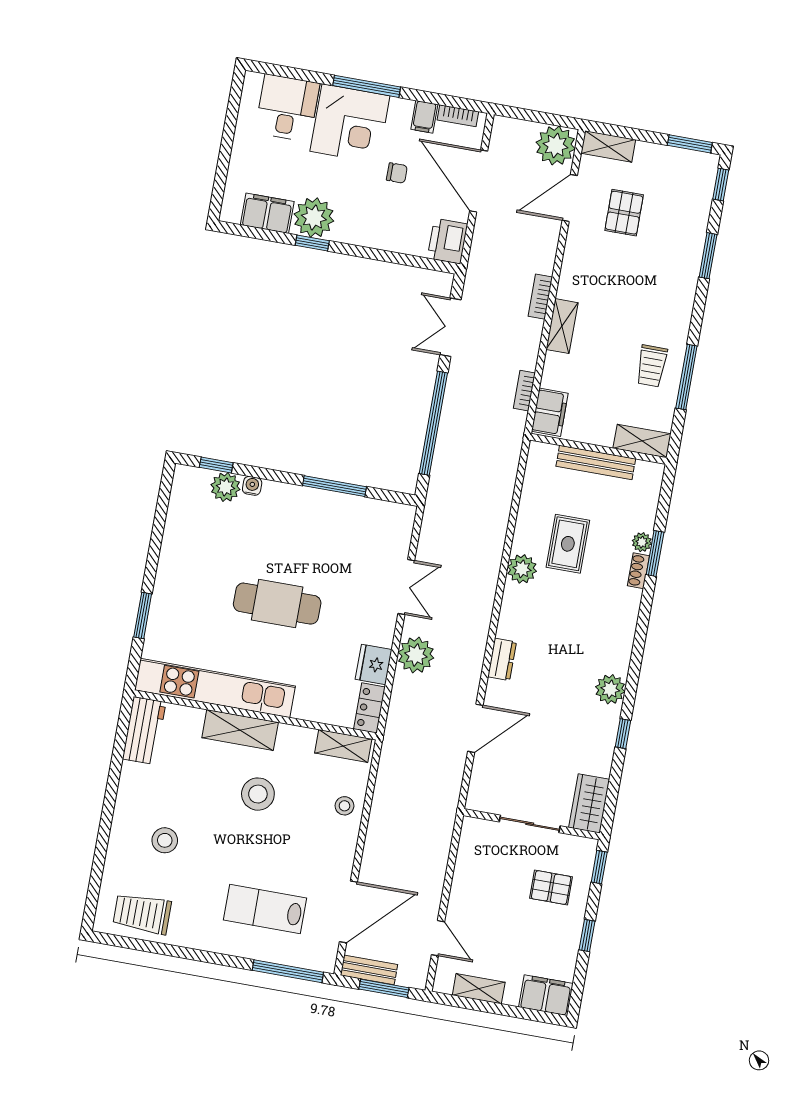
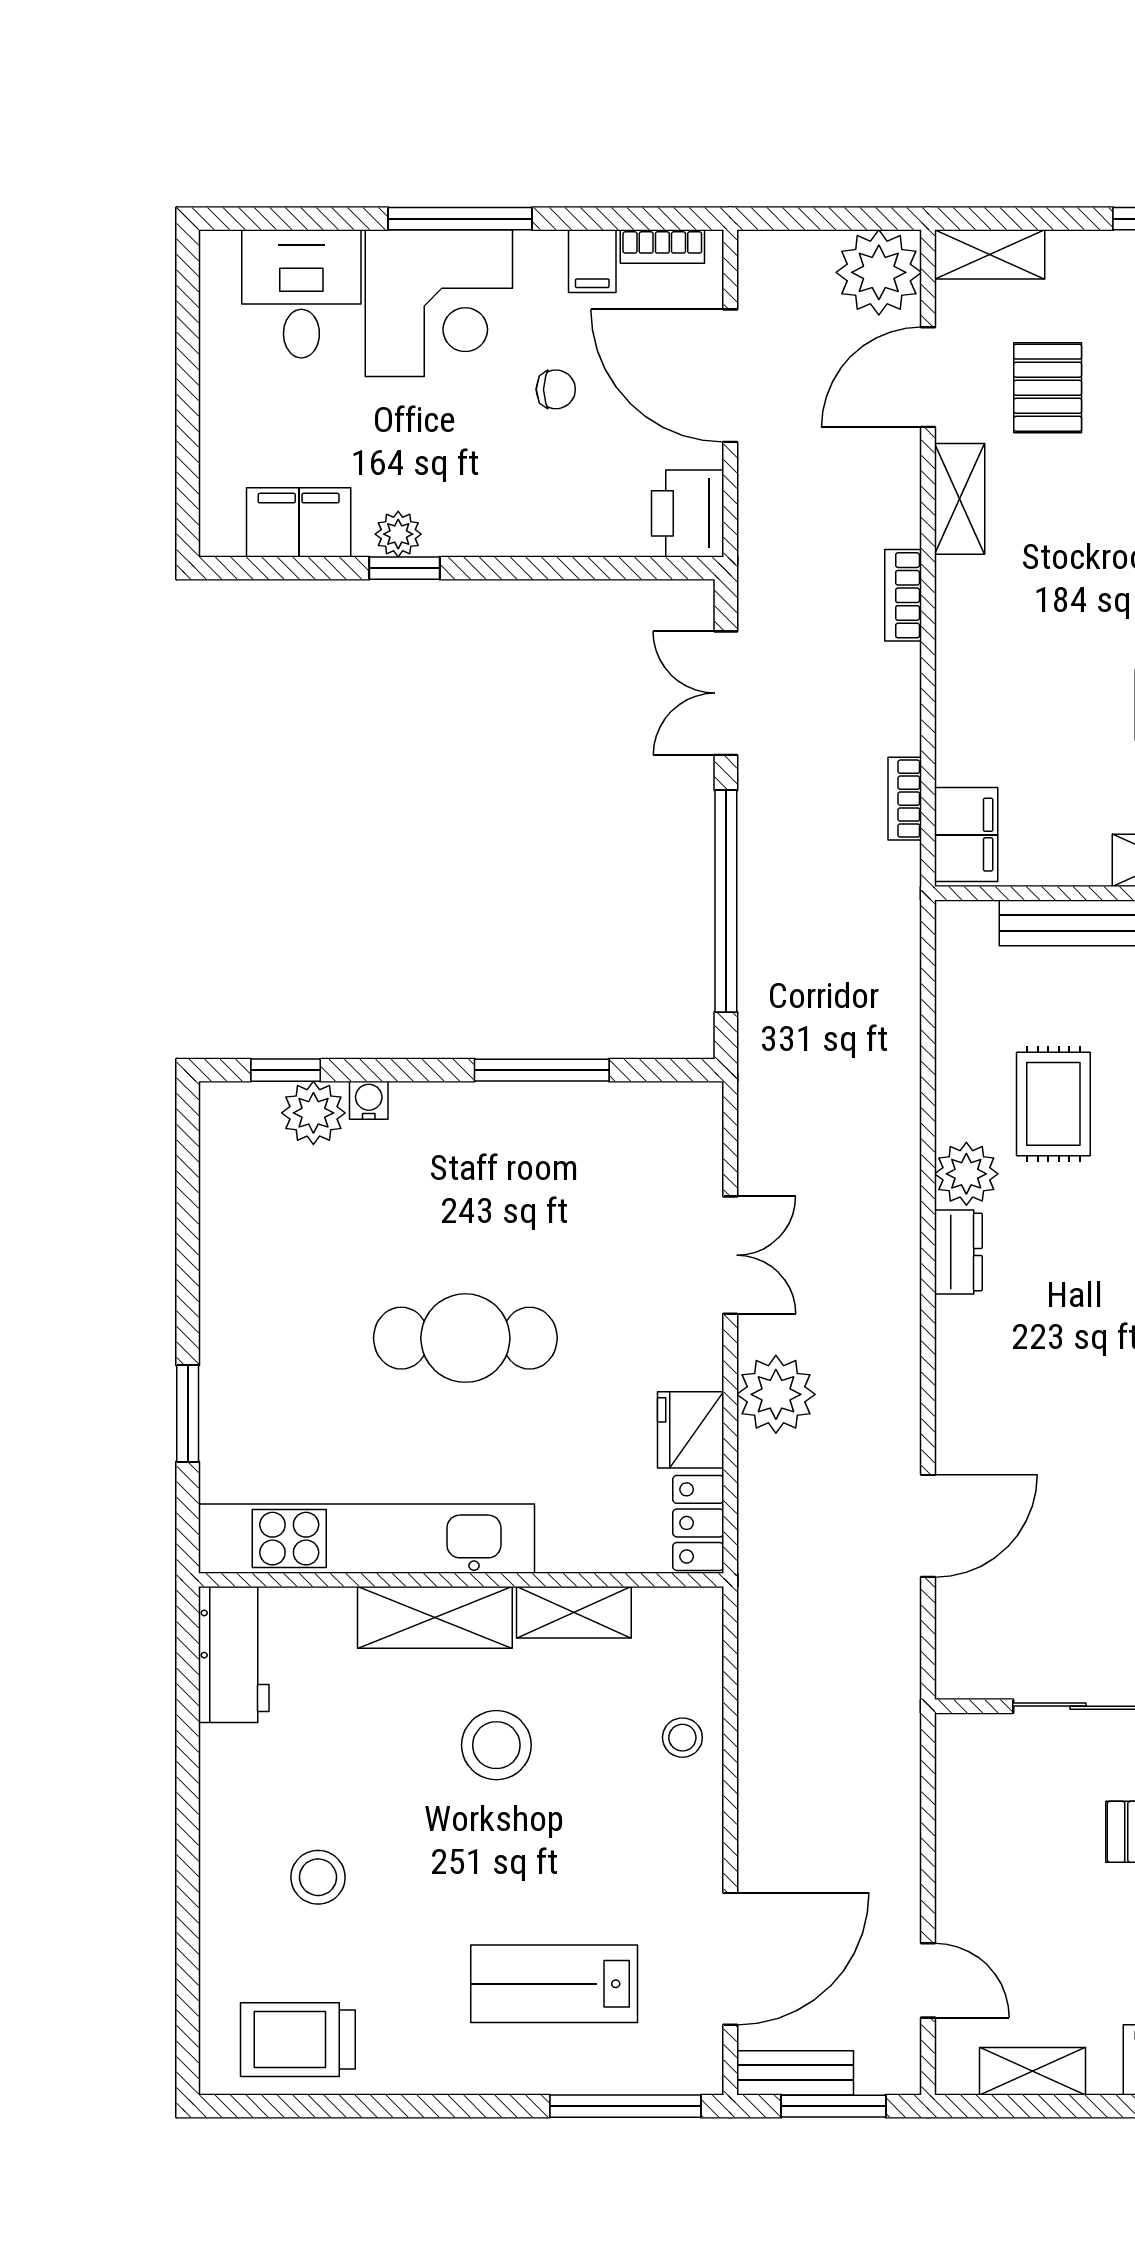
plant: (314, 218) -> (398, 534), width x0.53, depth x0.53
shelving: (562, 326) -> (960, 499), moved
dresser: (502, 659) -> (958, 1252), moved
shelving: (343, 746) -> (574, 1612), moved

